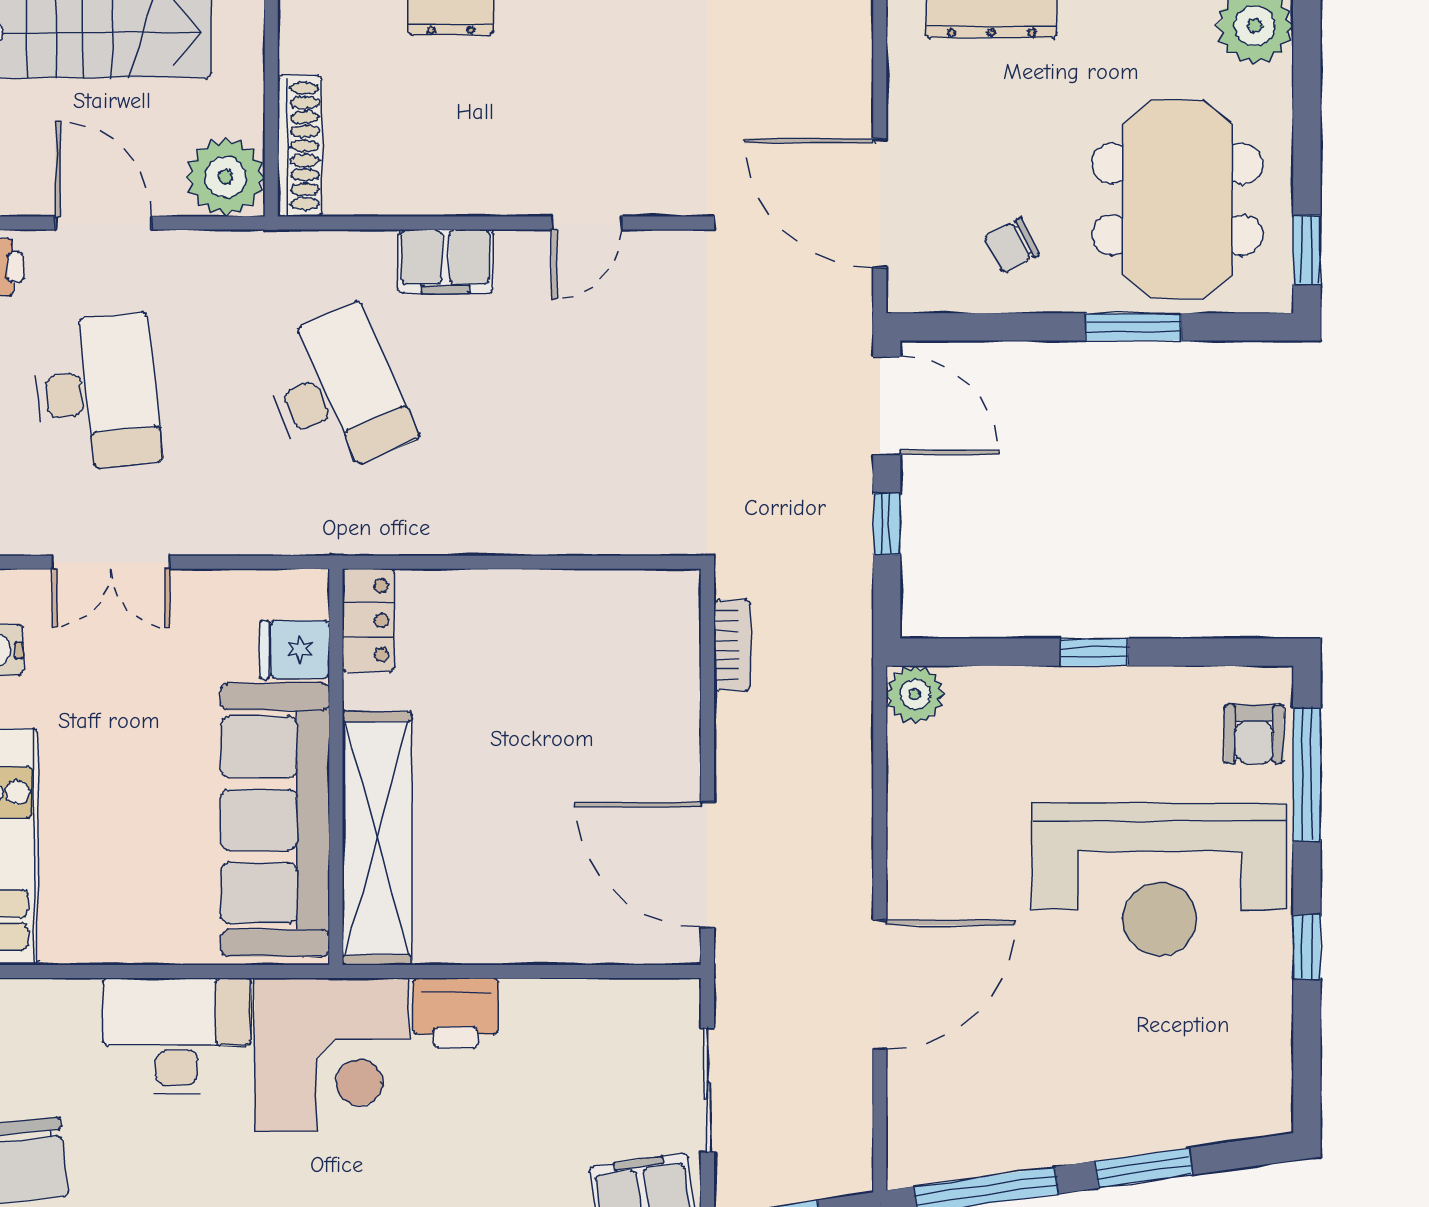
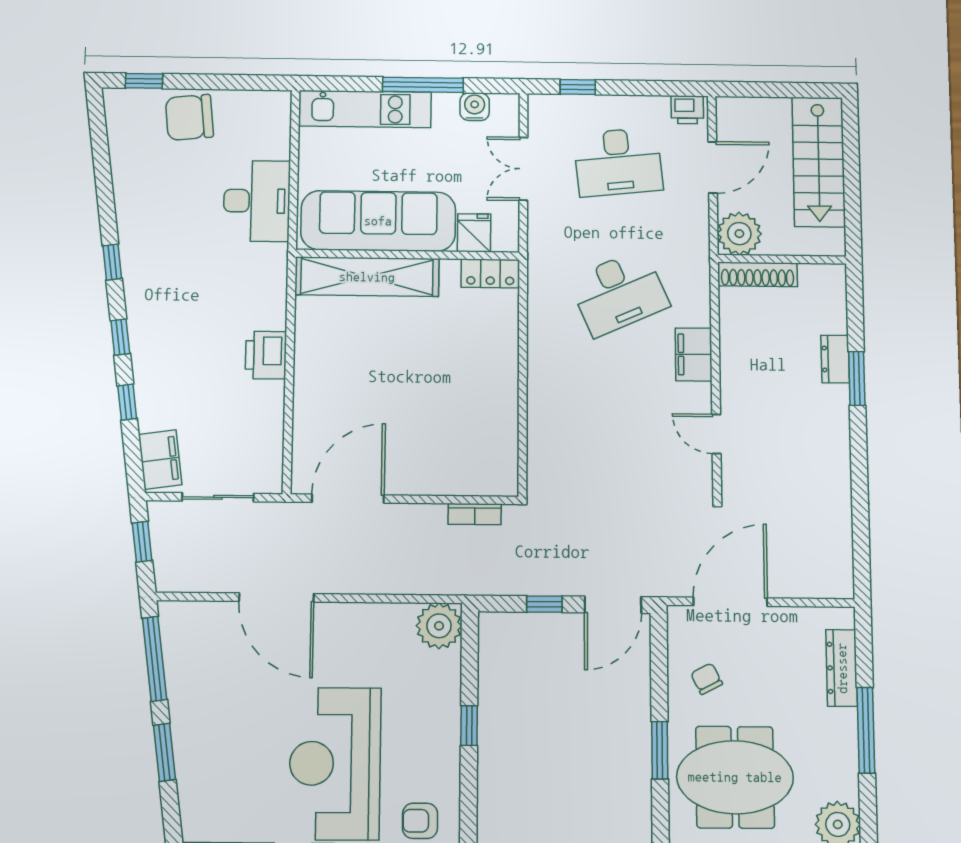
locker: (368, 620) -> (490, 273), moved
fridge: (295, 650) -> (474, 233), moved
plant: (915, 695) -> (439, 626), width x1.36, depth x1.36
wall: (336, 767) -> (408, 255), moved
sofa: (275, 820) -> (378, 221), moved
shelving: (377, 838) -> (367, 277), moved
corner desk: (332, 1055) -> (244, 286), removed

